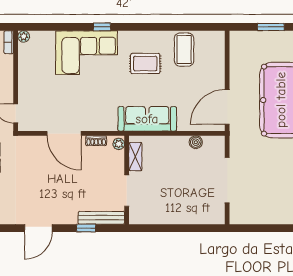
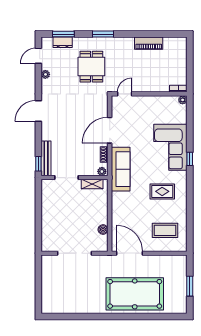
coffee table: (184, 50) -> (165, 230), moved
rug: (145, 64) -> (162, 191), turned 90
sofa: (147, 119) -> (121, 169), moved
door: (38, 228) -> (38, 111), hinge flipped
window: (86, 228) -> (38, 164), moved

